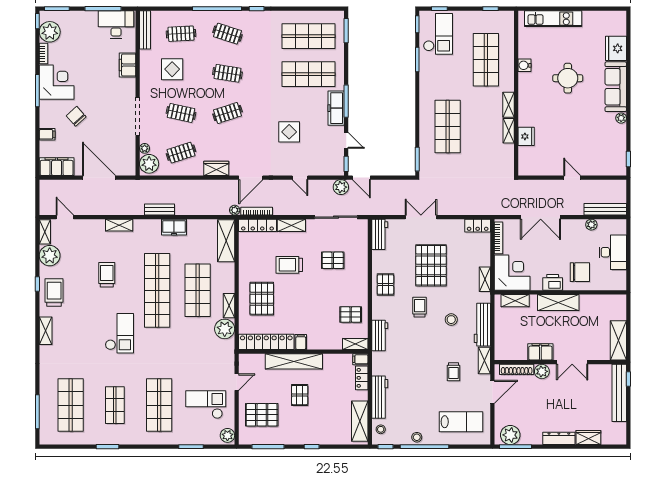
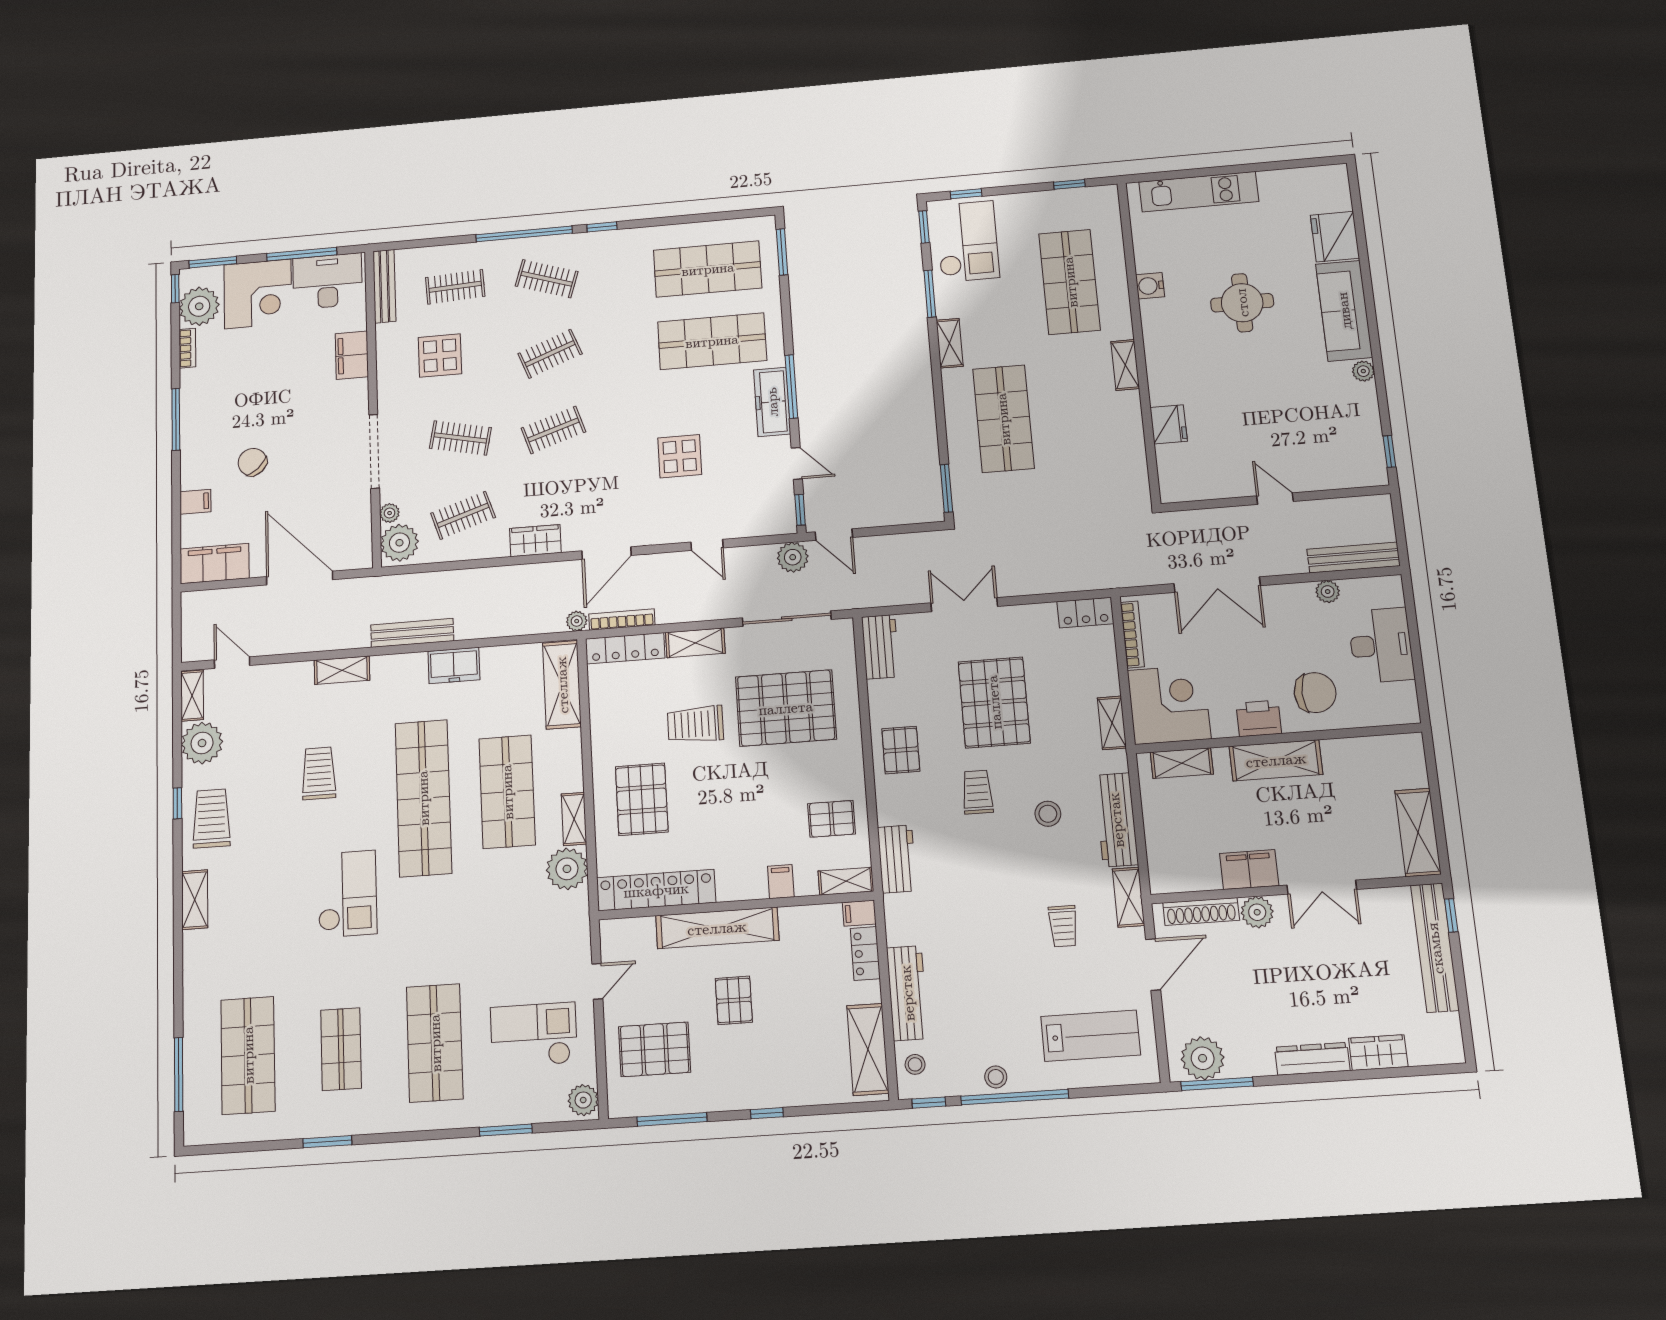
clothes rail: (227, 73) -> (550, 354), turned -30
corner desk: (57, 82) -> (258, 294), moved, turned 90
shelving: (509, 131) -> (950, 343), moved
bench: (159, 209) -> (412, 633), width x1.36
pallet: (333, 260) -> (786, 708), width x2.05, depth x2.00
filing cabinet: (301, 342) -> (781, 882), moved

